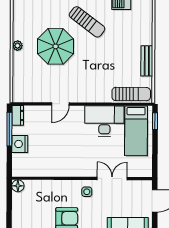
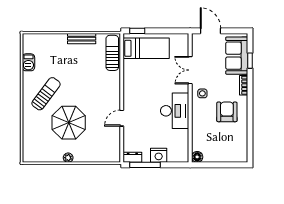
door: (60, 104) -> (122, 118), swing flipped
desk: (104, 121) -> (175, 111), moved, turned 180

